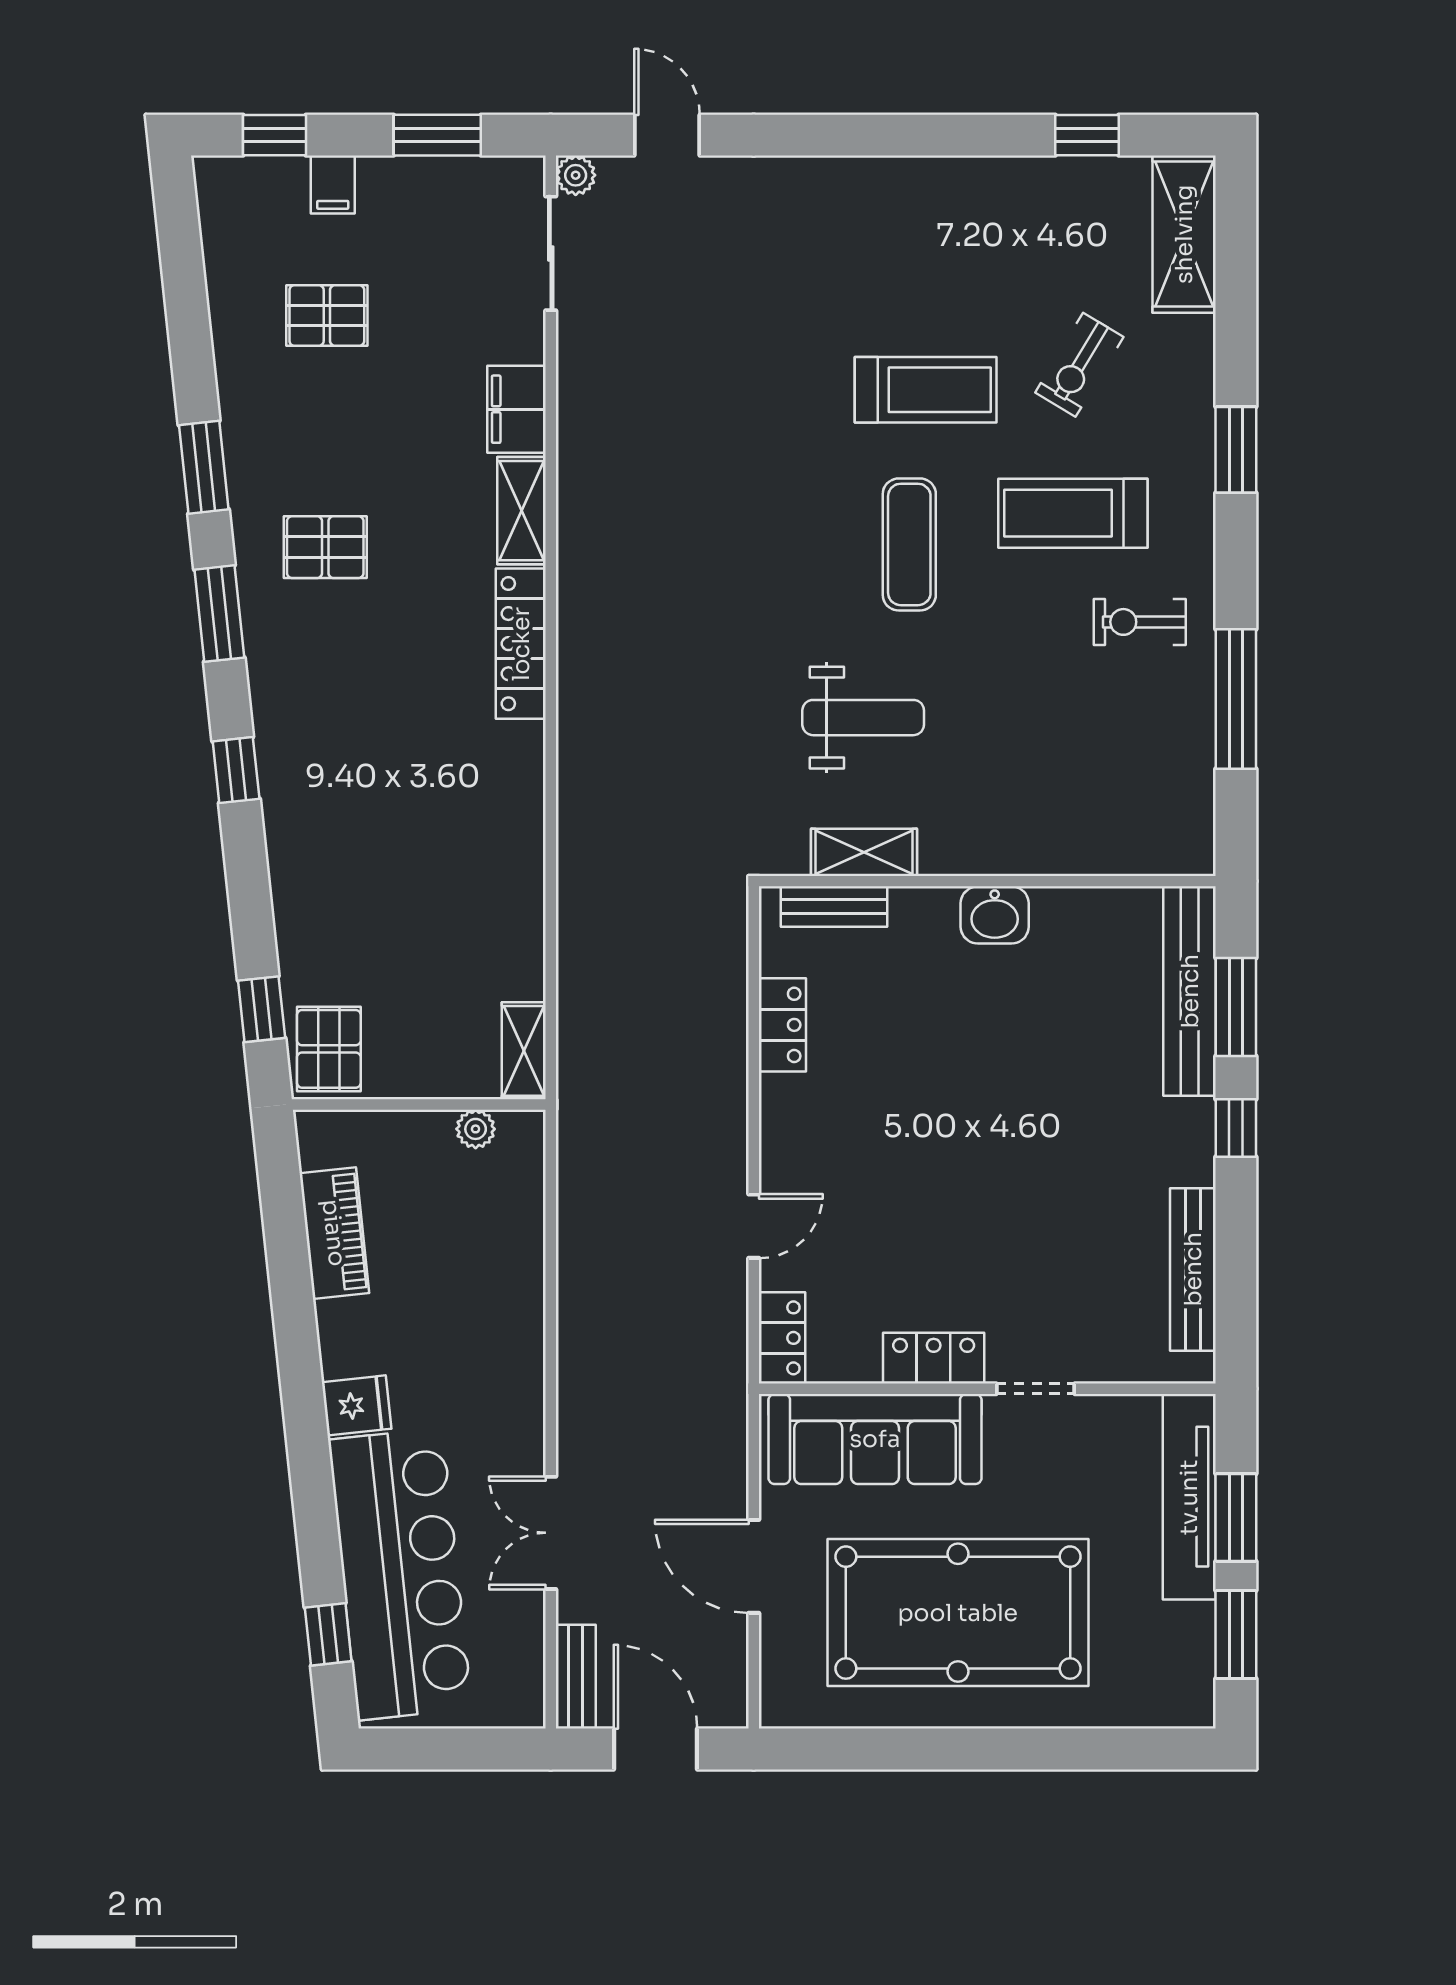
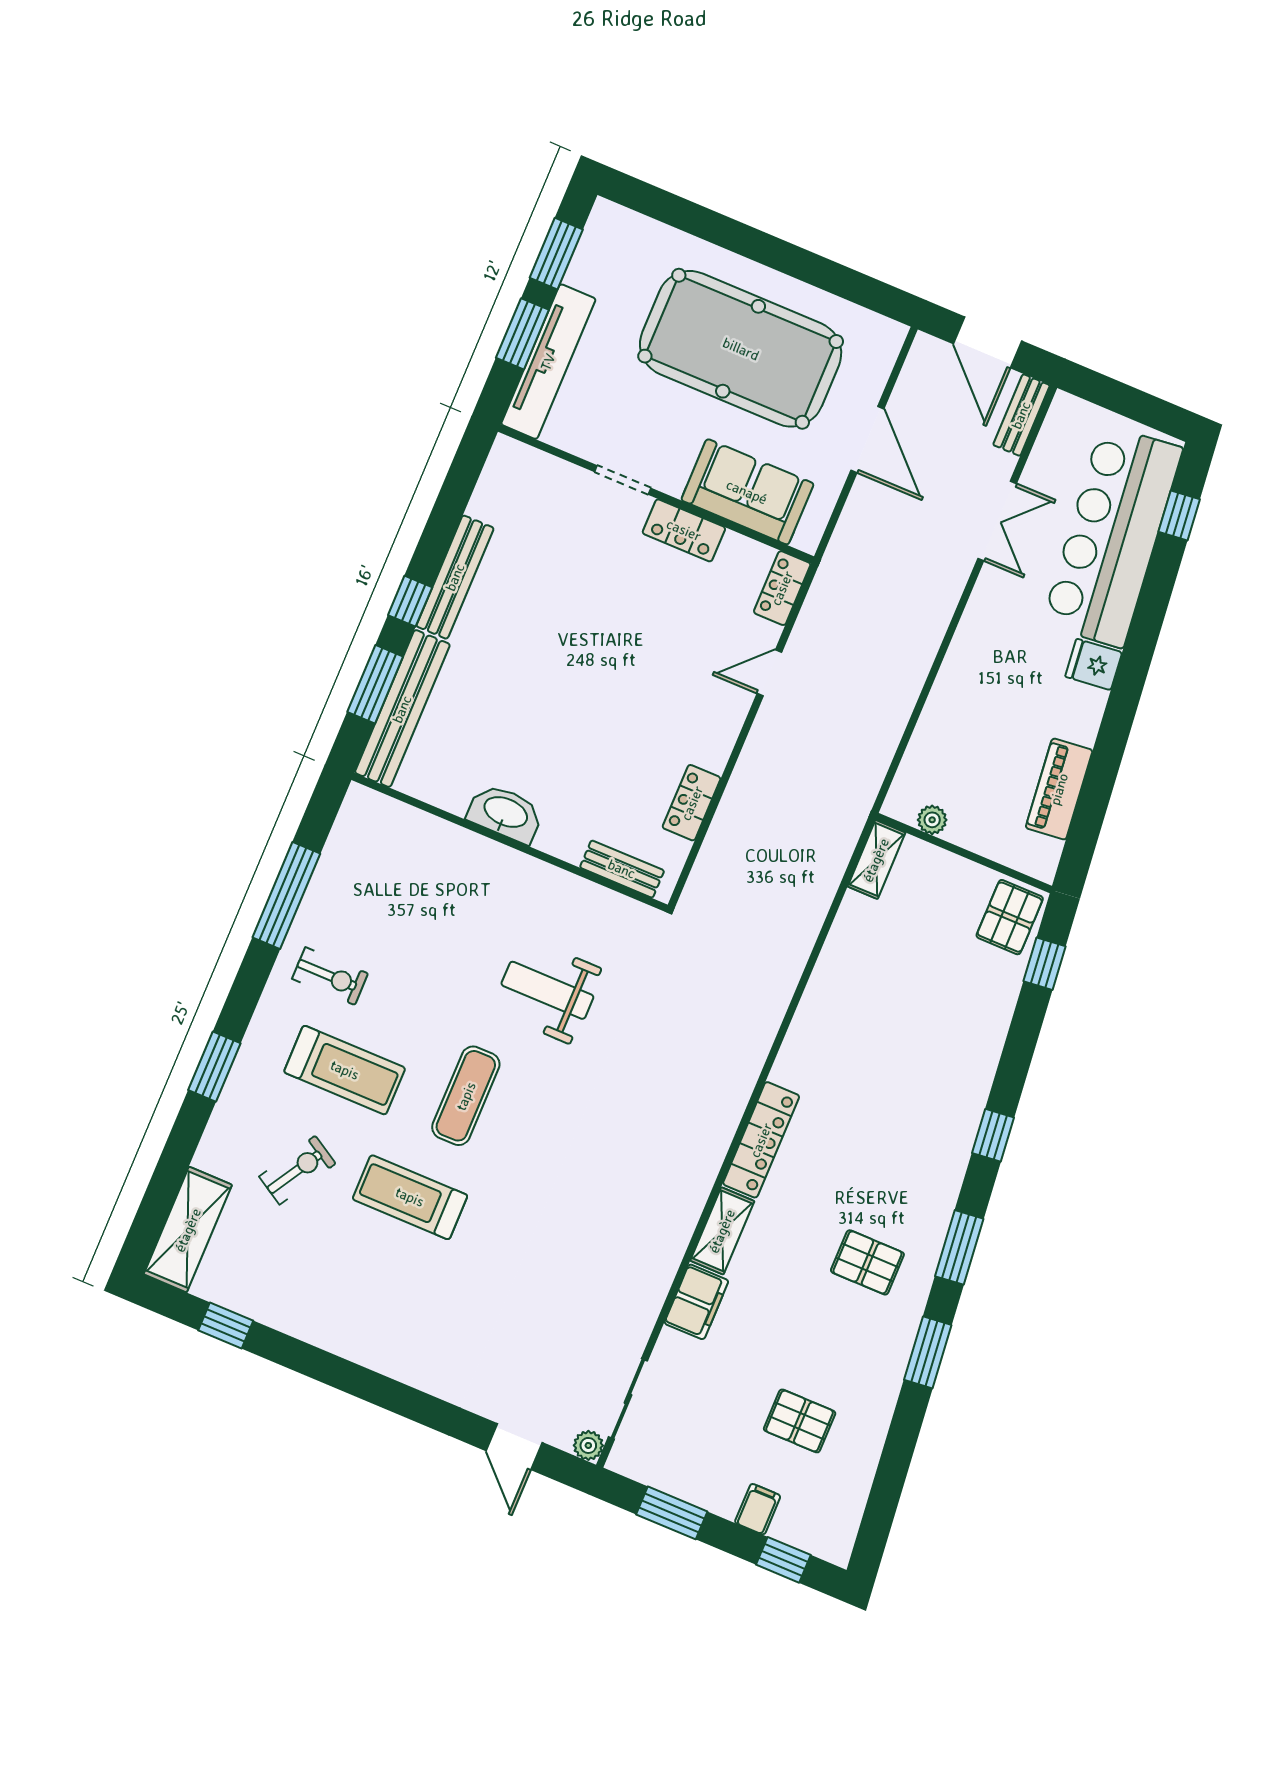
shelving: (864, 852) -> (586, 898), removed
washbasin: (995, 915) -> (505, 813), width x1.38
bench: (1193, 1269) -> (455, 577), moved
sofa: (875, 1439) -> (747, 492), width x0.73

